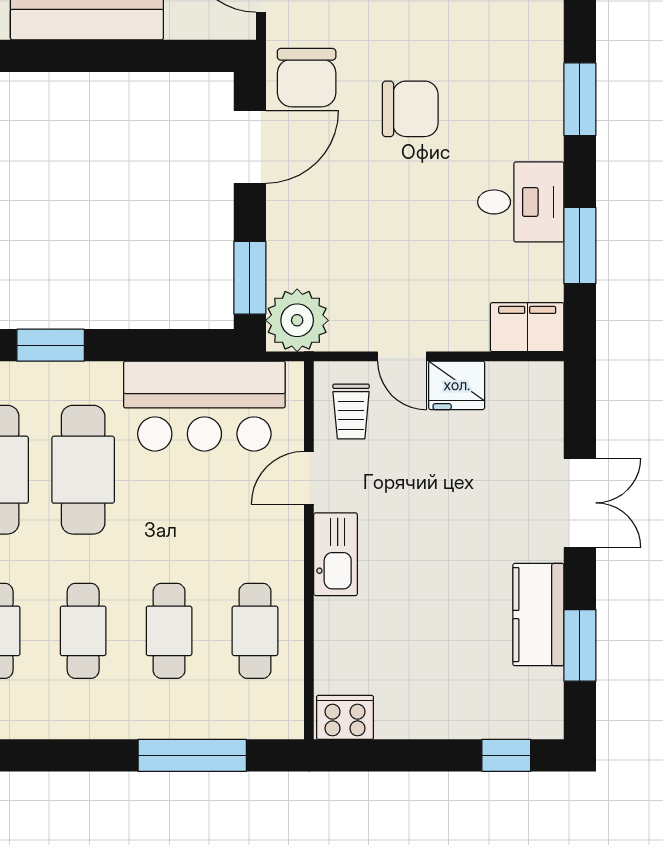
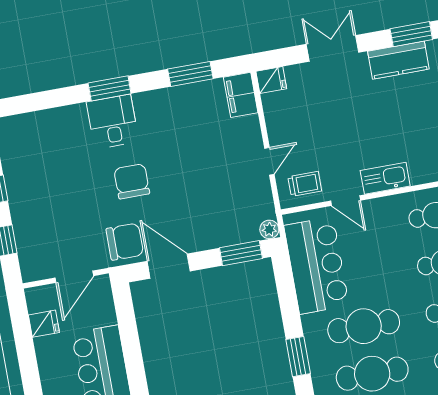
desk: (521, 202) -> (112, 122), moved
plant: (297, 320) -> (269, 229), width x0.53, depth x0.53
fridge: (457, 385) -> (271, 80), moved, width x0.72

